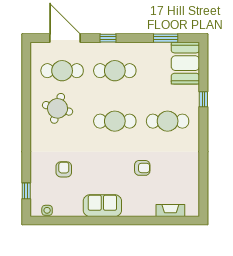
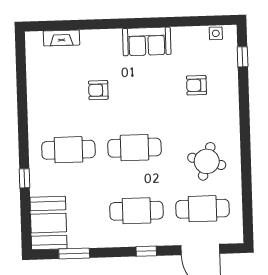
armchair: (64, 169) -> (196, 85), turned 90

